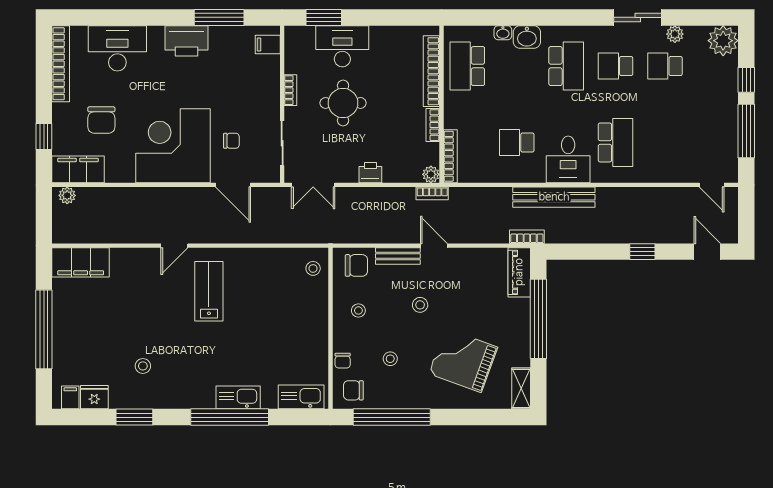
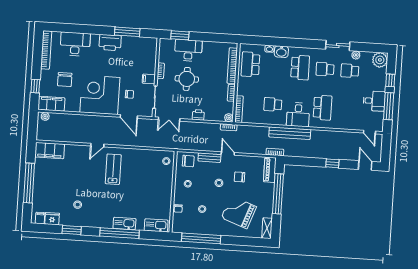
filing cabinet: (268, 45) -> (149, 79), moved
desk: (717, 123) -> (374, 101), added
chair: (353, 390) -> (239, 177), moved

